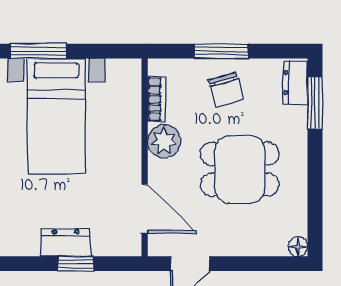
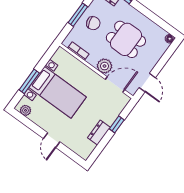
plant: (164, 141) -> (105, 66), moved
dining table: (240, 169) -> (126, 39), turned 90
dresser: (66, 243) -> (99, 133), moved

